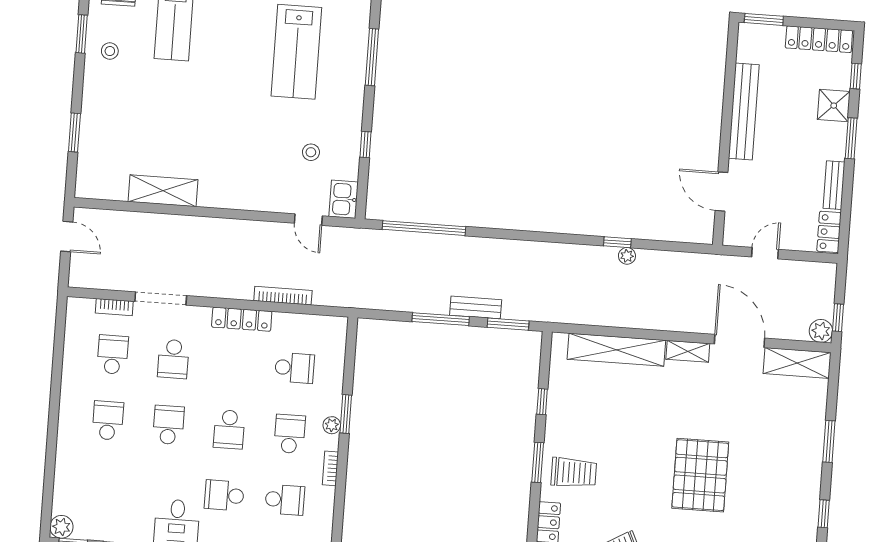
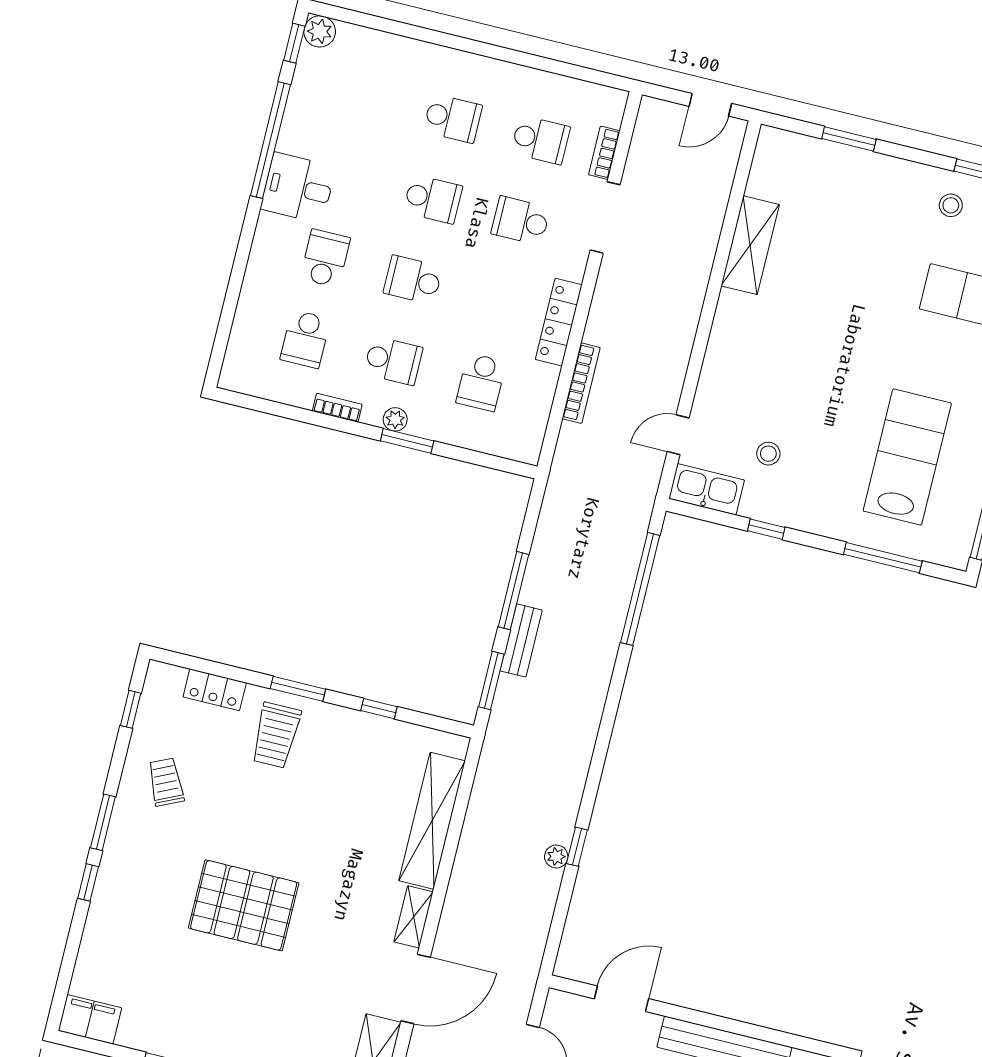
lab bench: (296, 52) -> (907, 457), turned 90
kitchen sink: (344, 199) -> (707, 489), width x1.38

